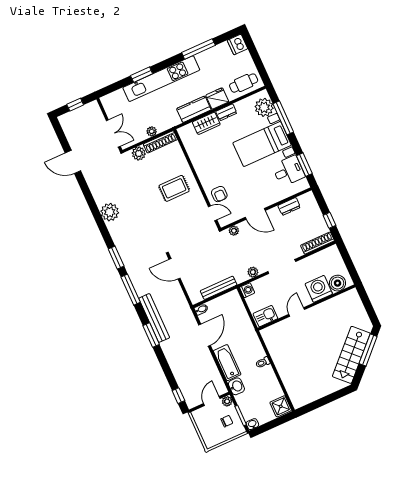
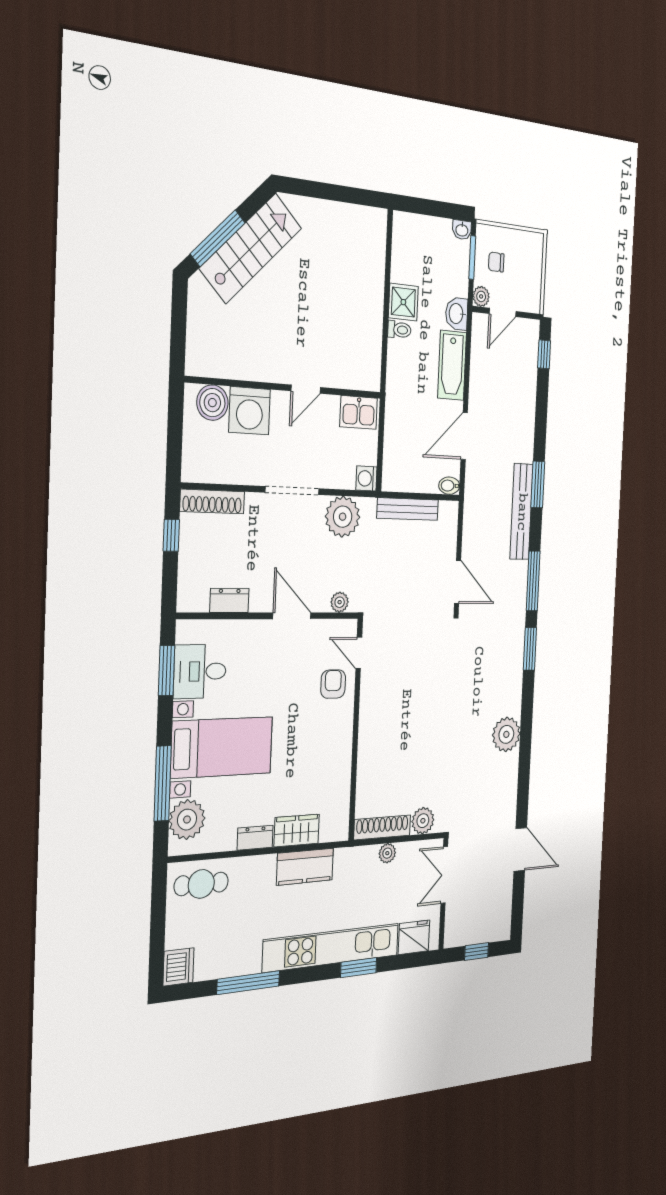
fridge: (217, 98) -> (414, 937), moved, turned 180
rug: (174, 188) -> (397, 730), removed
plant: (253, 272) -> (343, 517), width x1.88, depth x1.88
shower: (281, 406) -> (403, 302), moved

